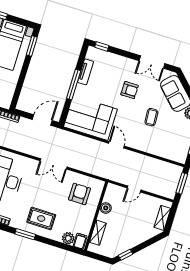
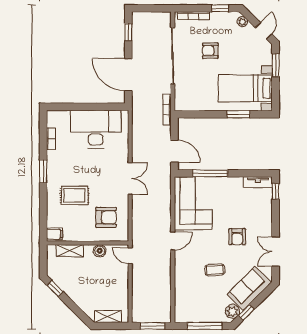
window: (32, 46) -> (238, 114), moved
tv unit: (86, 72) -> (258, 182), moved
window: (74, 85) -> (210, 173), moved
double door: (54, 164) -> (130, 178), swing flipped
door: (134, 189) -> (130, 256), moved
rug: (41, 218) -> (74, 195), moved, turned 90
plant: (68, 238) -> (54, 220), removed

